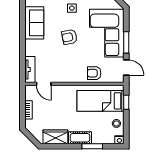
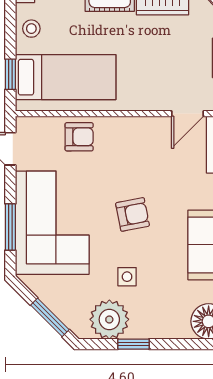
window: (126, 42) -> (10, 227), moved
door: (44, 84) -> (188, 114), swing flipped

